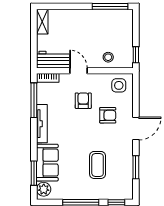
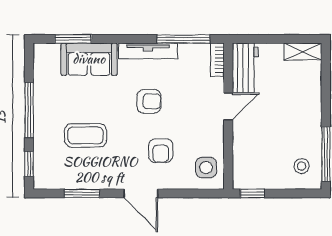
stool: (108, 57) -> (302, 166), moved
armchair: (83, 101) -> (149, 101), moved
plant: (44, 189) -> (49, 54), removed

